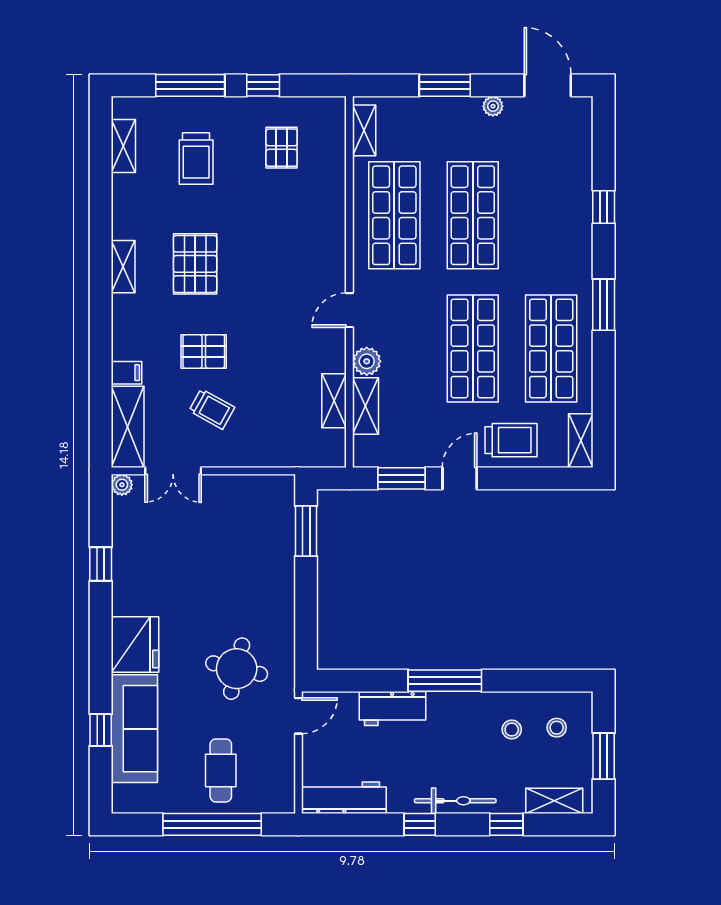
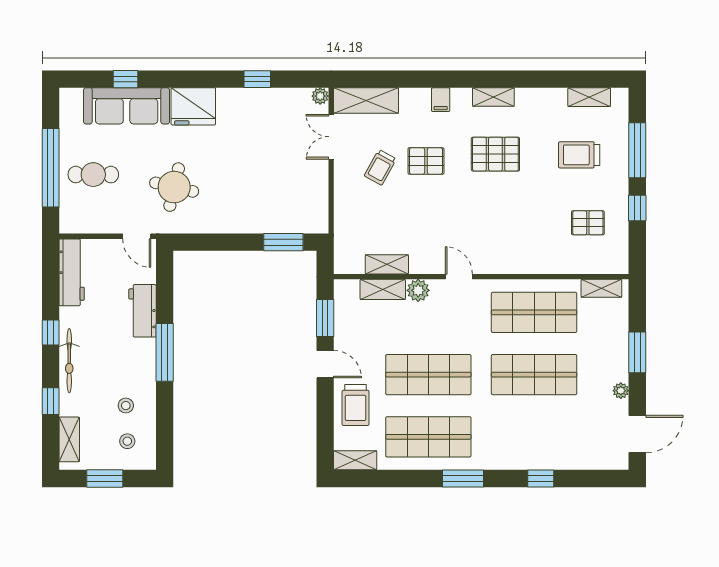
pallet: (204, 351) -> (426, 161), turned 90
filing cabinet: (127, 373) -> (441, 100), moved

